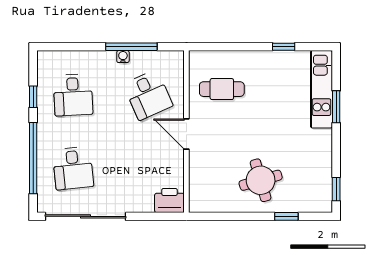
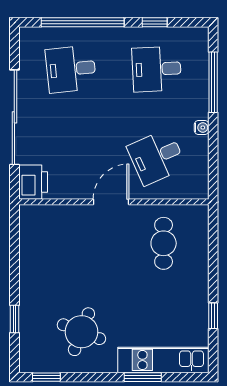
window: (131, 47) -> (213, 82), moved
round table: (261, 180) -> (81, 332), moved, turned 37
sliding door: (86, 216) -> (14, 117), moved

